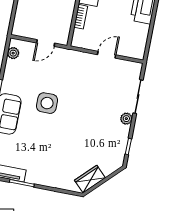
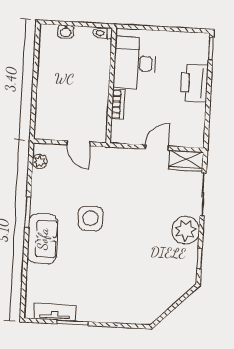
door: (46, 43) -> (78, 143), hinge flipped
plant: (126, 119) -> (186, 230), width x1.87, depth x1.87
wardrobe: (90, 179) -> (186, 161), moved, turned -135

